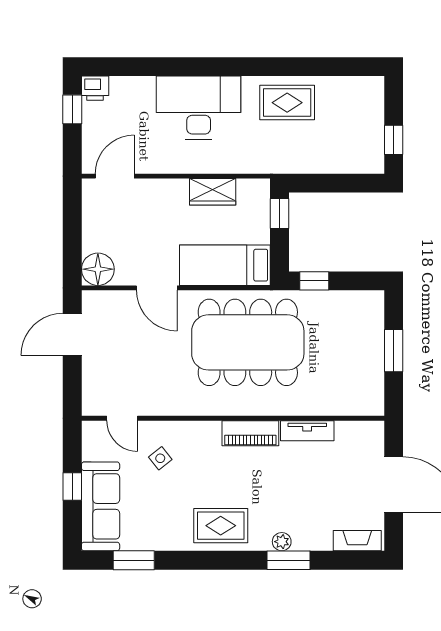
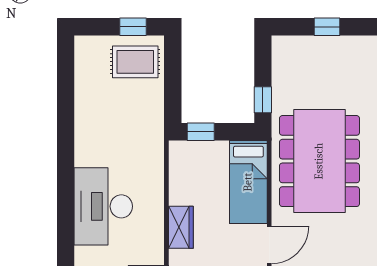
rug: (287, 103) -> (135, 62), moved, turned 90
wardrobe: (213, 192) -> (181, 227), moved
window: (394, 351) -> (327, 27), width x0.67

